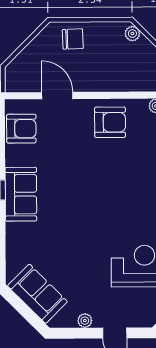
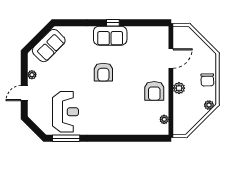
chair: (73, 39) -> (207, 80), moved
plant: (105, 82) -> (179, 88), added
armchair: (21, 129) -> (103, 72), moved

